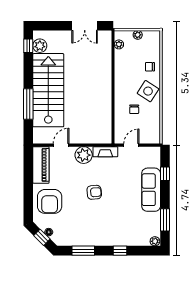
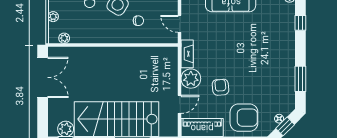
double door: (85, 26) -> (43, 77), width x1.37
door: (61, 145) -> (179, 104), swing flipped
armchair: (94, 192) -> (220, 87), moved
window: (120, 251) -> (300, 23), moved

